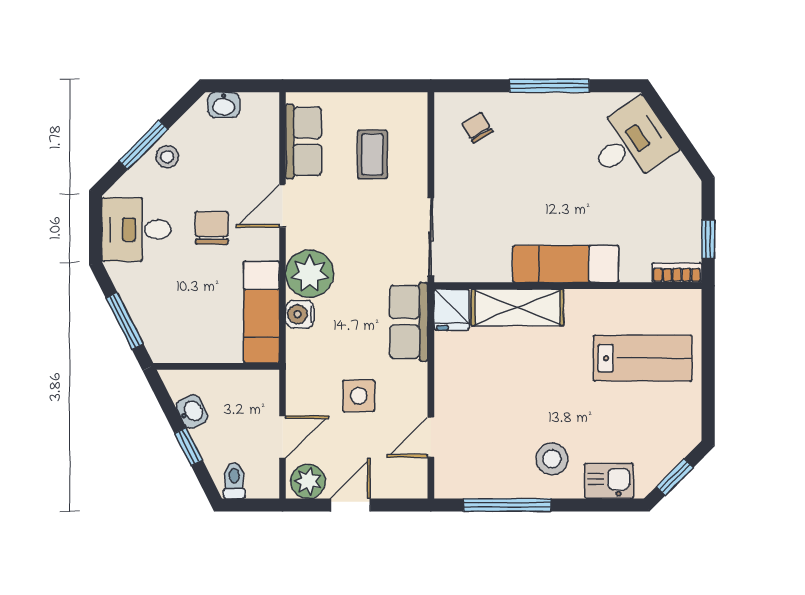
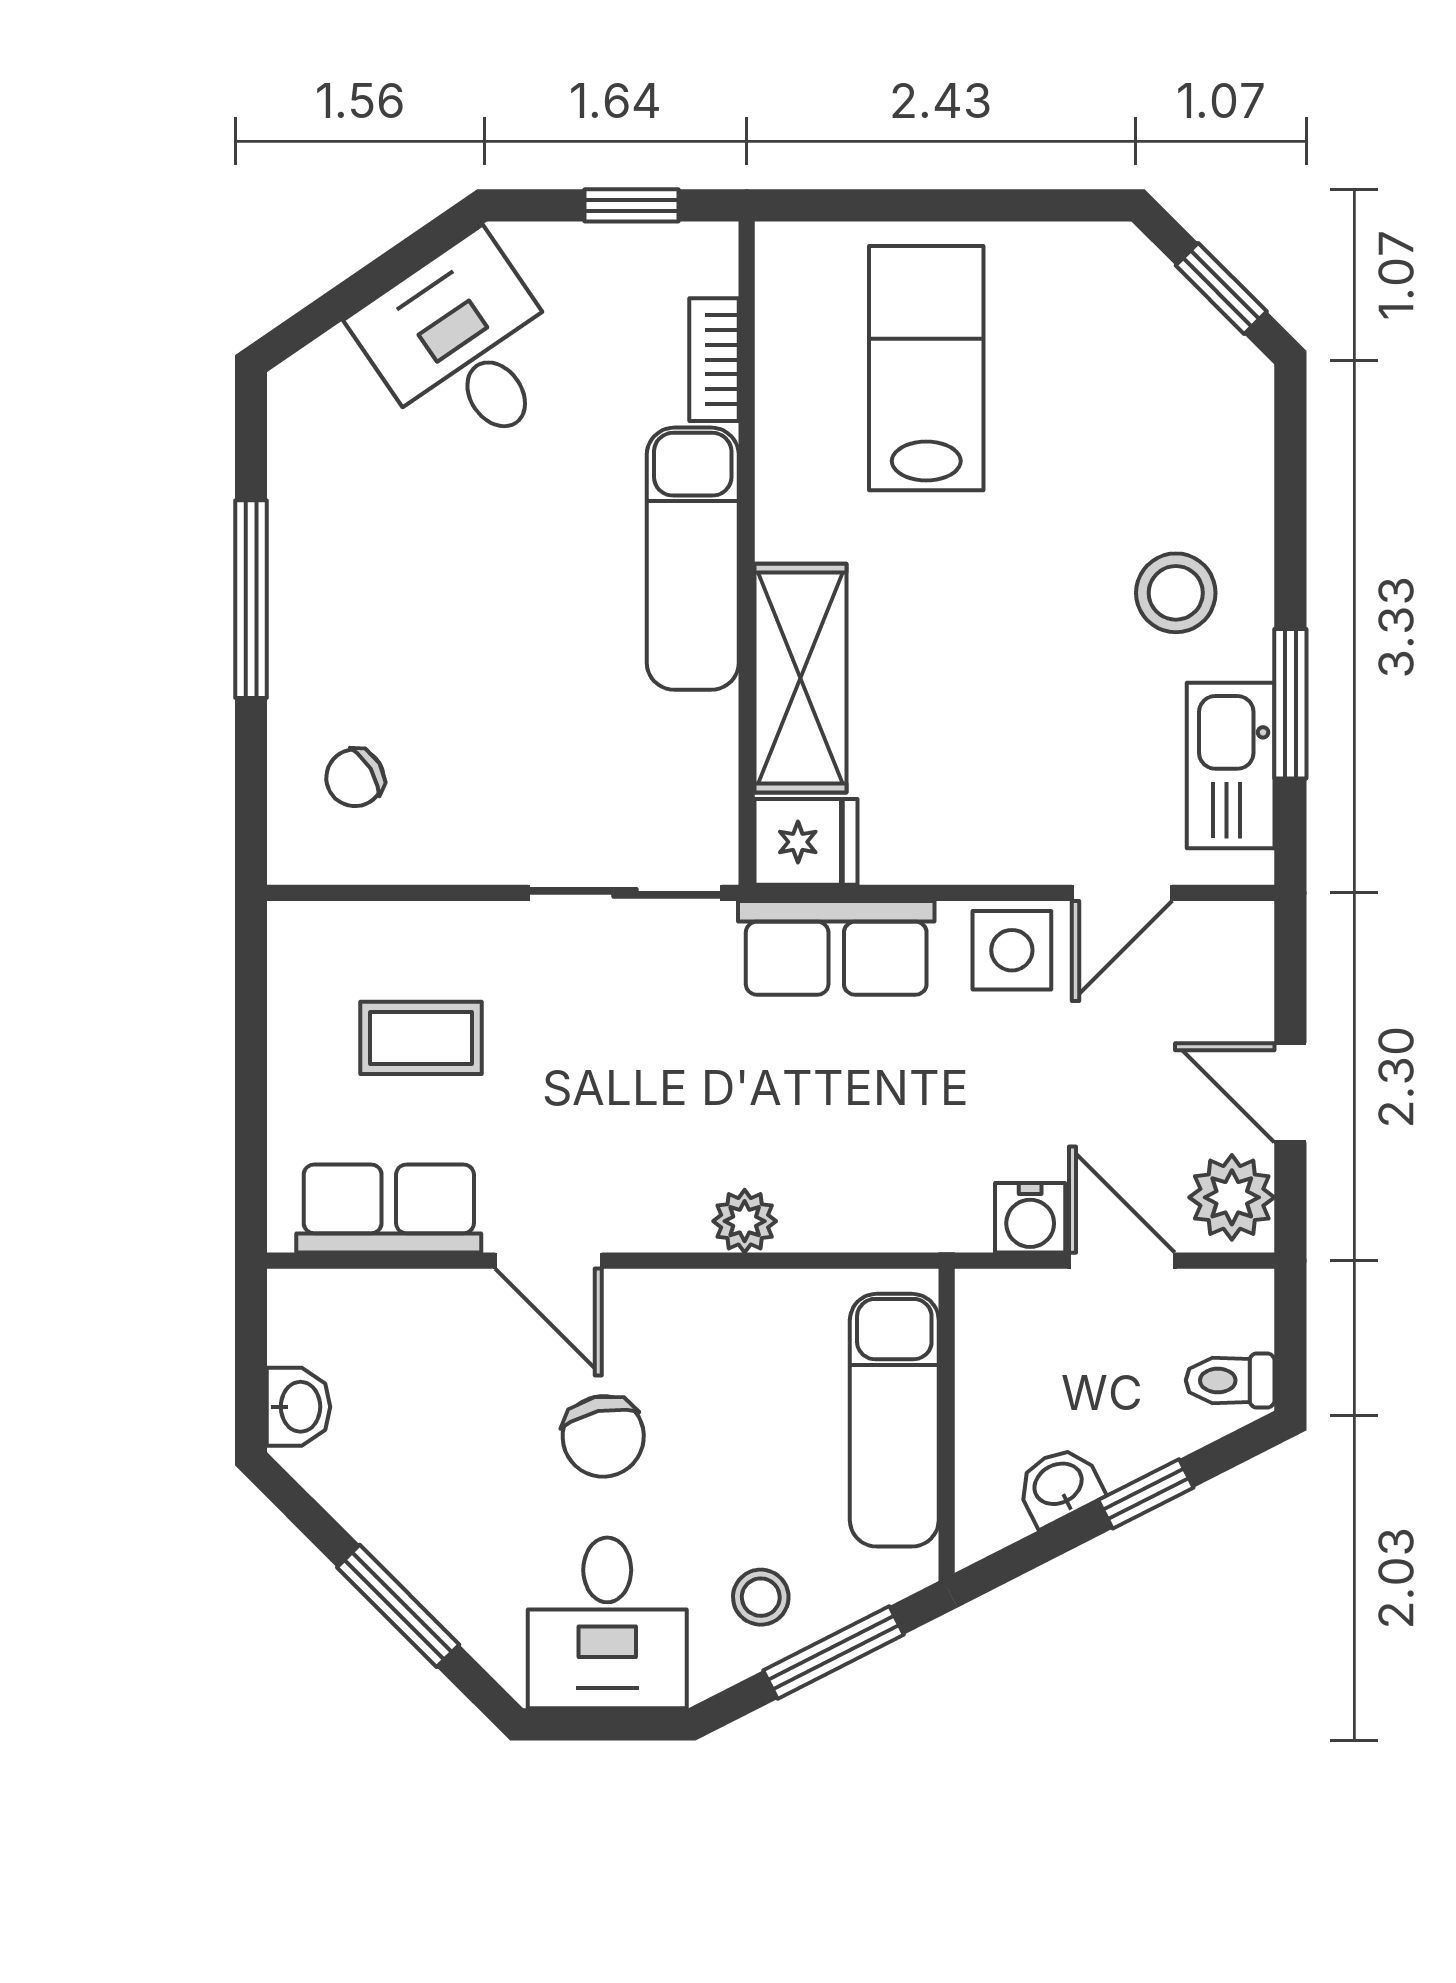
desk: (631, 142) -> (464, 348), moved
stool: (167, 157) -> (761, 1597), moved
chair: (212, 228) -> (603, 1436), turned -102
bookcase: (677, 273) -> (714, 360), moved
plant: (310, 274) -> (745, 1221), width x0.53, depth x0.53
exam couch: (261, 312) -> (894, 1420), moved, turned 90
water cooler: (300, 314) -> (1030, 1218), moved
side table: (359, 396) -> (1012, 950), moved
door: (431, 437) -> (1122, 893), hinge flipped
kitchen sink: (609, 481) -> (1231, 766), moved, width x1.38
window: (507, 505) -> (1290, 704), width x0.69

